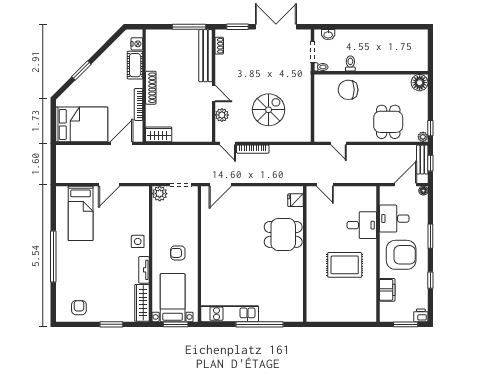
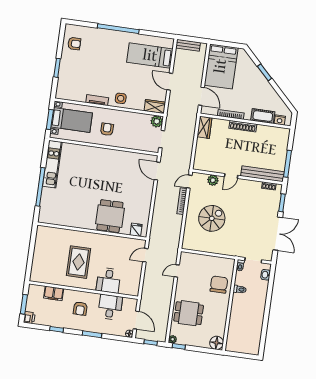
spiral stairs: (269, 110) -> (212, 218), turned -90
bench: (422, 160) -> (188, 45), moved
armchair: (401, 255) -> (80, 309), width x0.53, depth x0.53
wardrobe: (142, 303) -> (155, 107), moved, width x0.67

